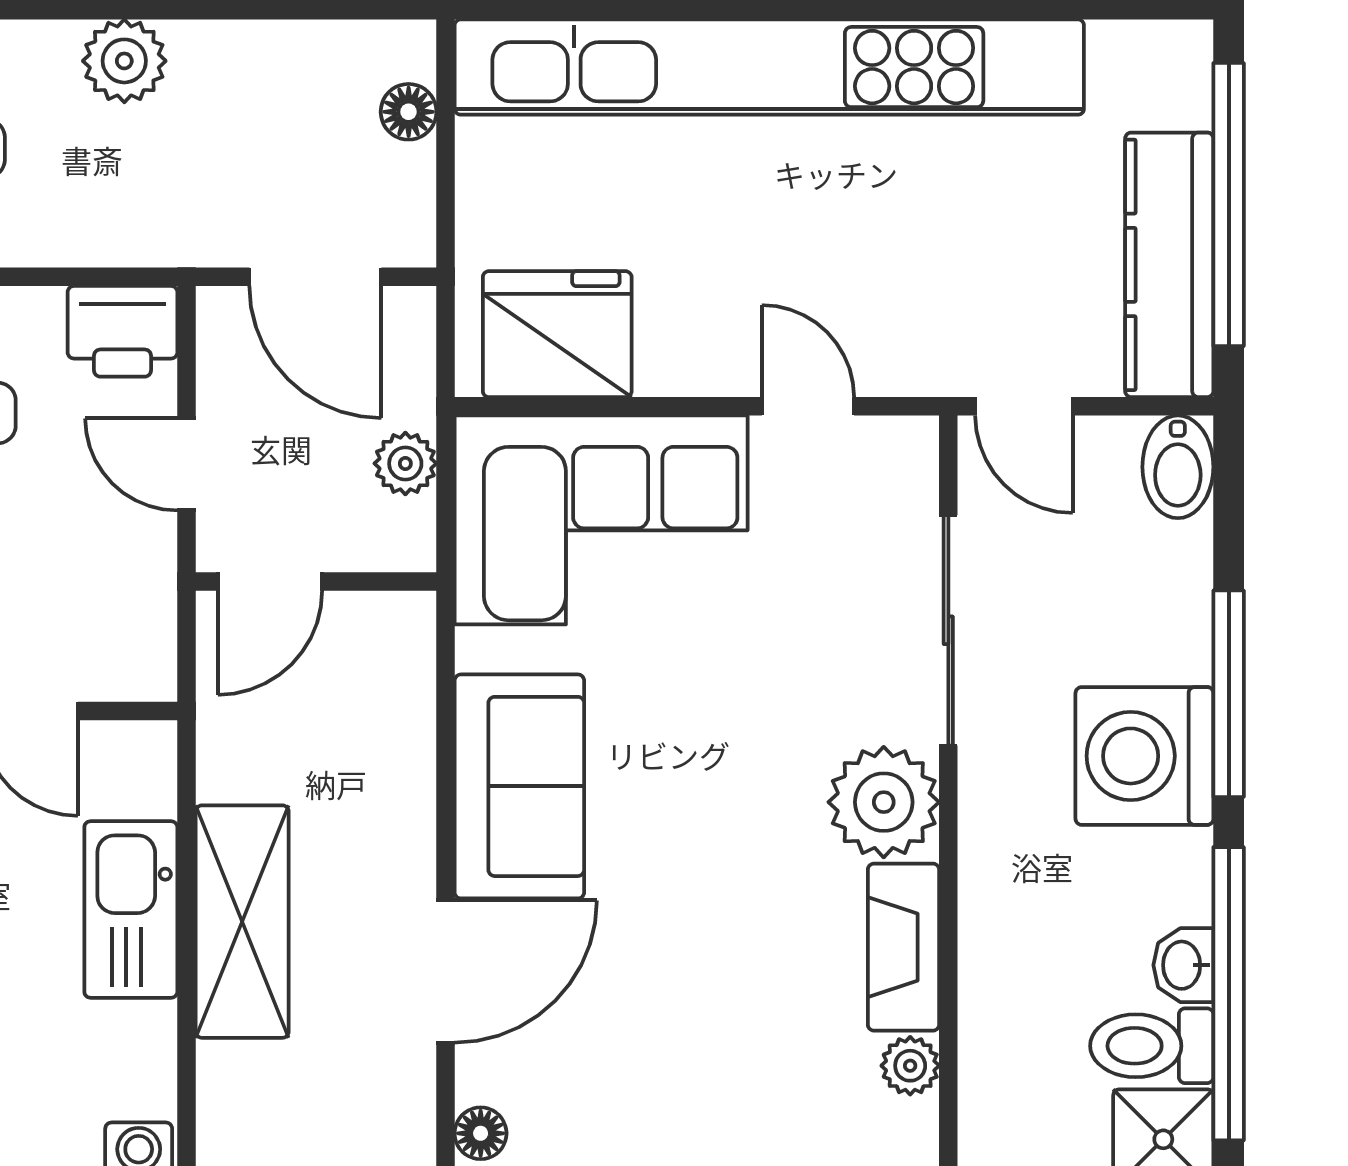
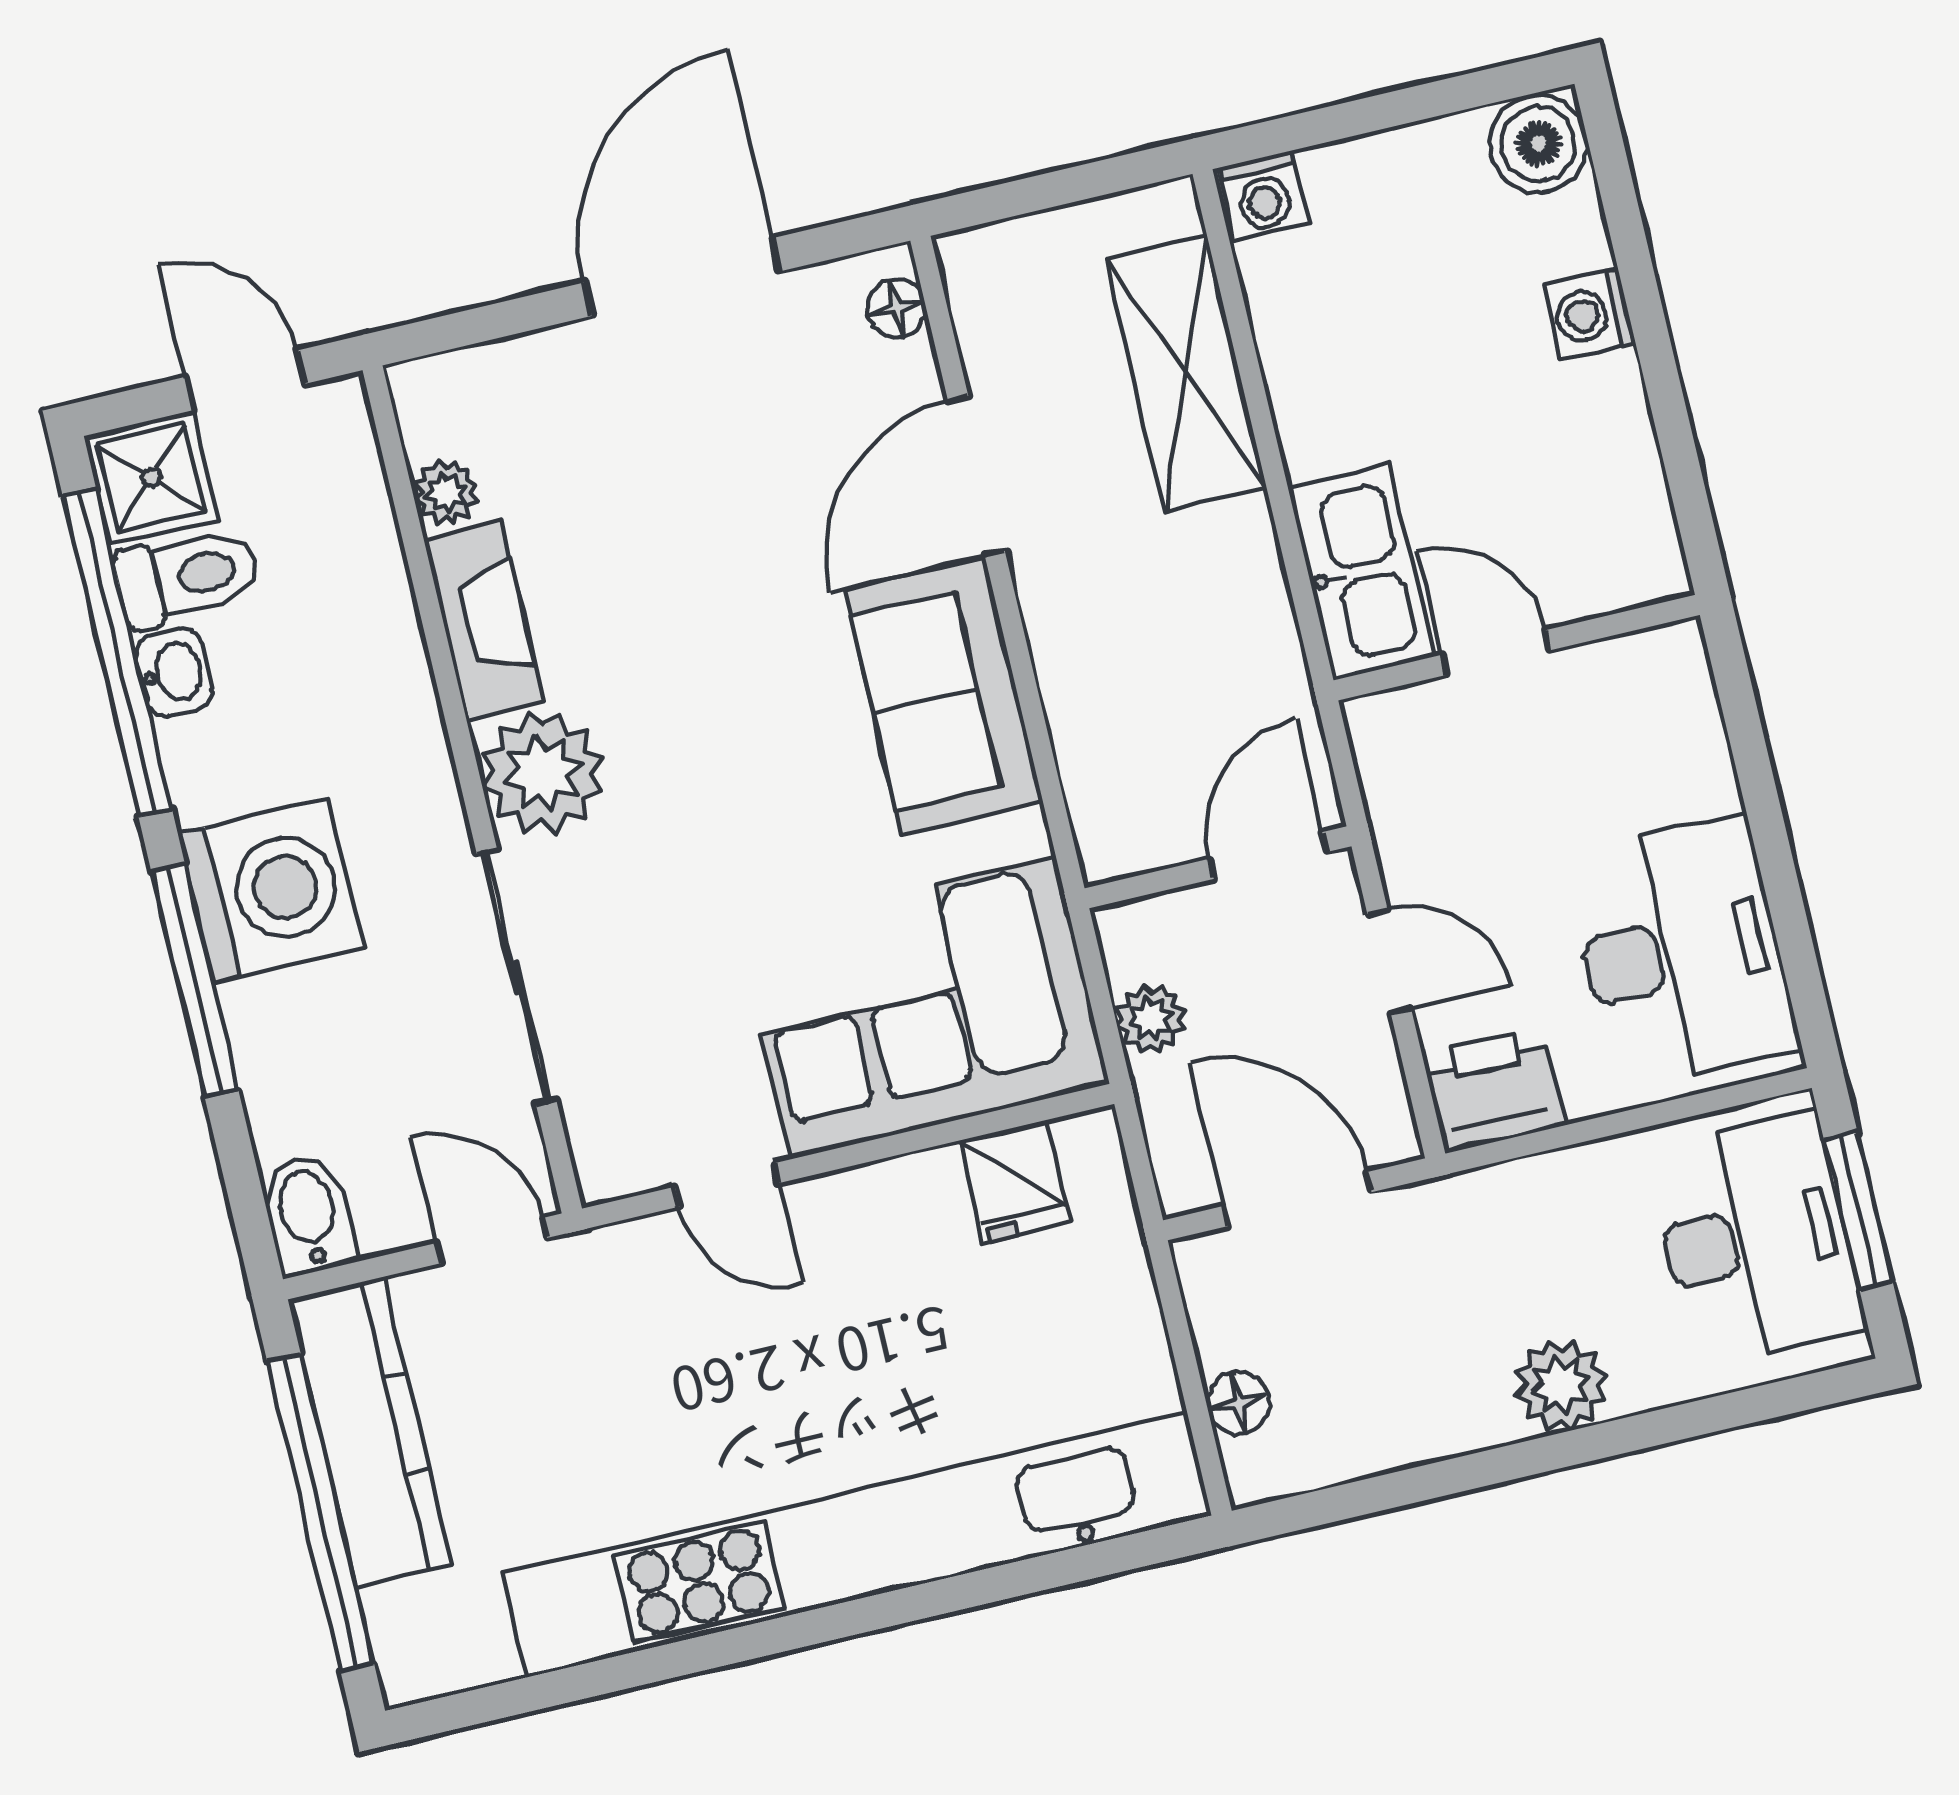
fridge: (557, 334) -> (1015, 1182), width x0.53, depth x0.75
kitchen sink: (131, 909) -> (1361, 572), moved
shelving: (242, 922) -> (1186, 373), moved

